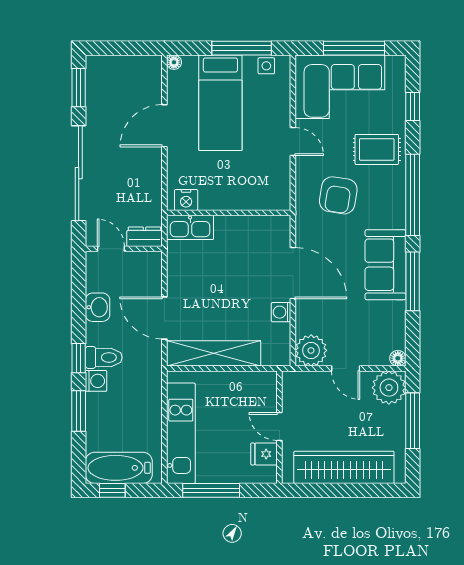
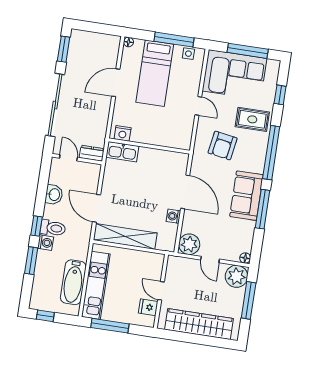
bathtub: (119, 468) -> (73, 282), moved, turned -90

